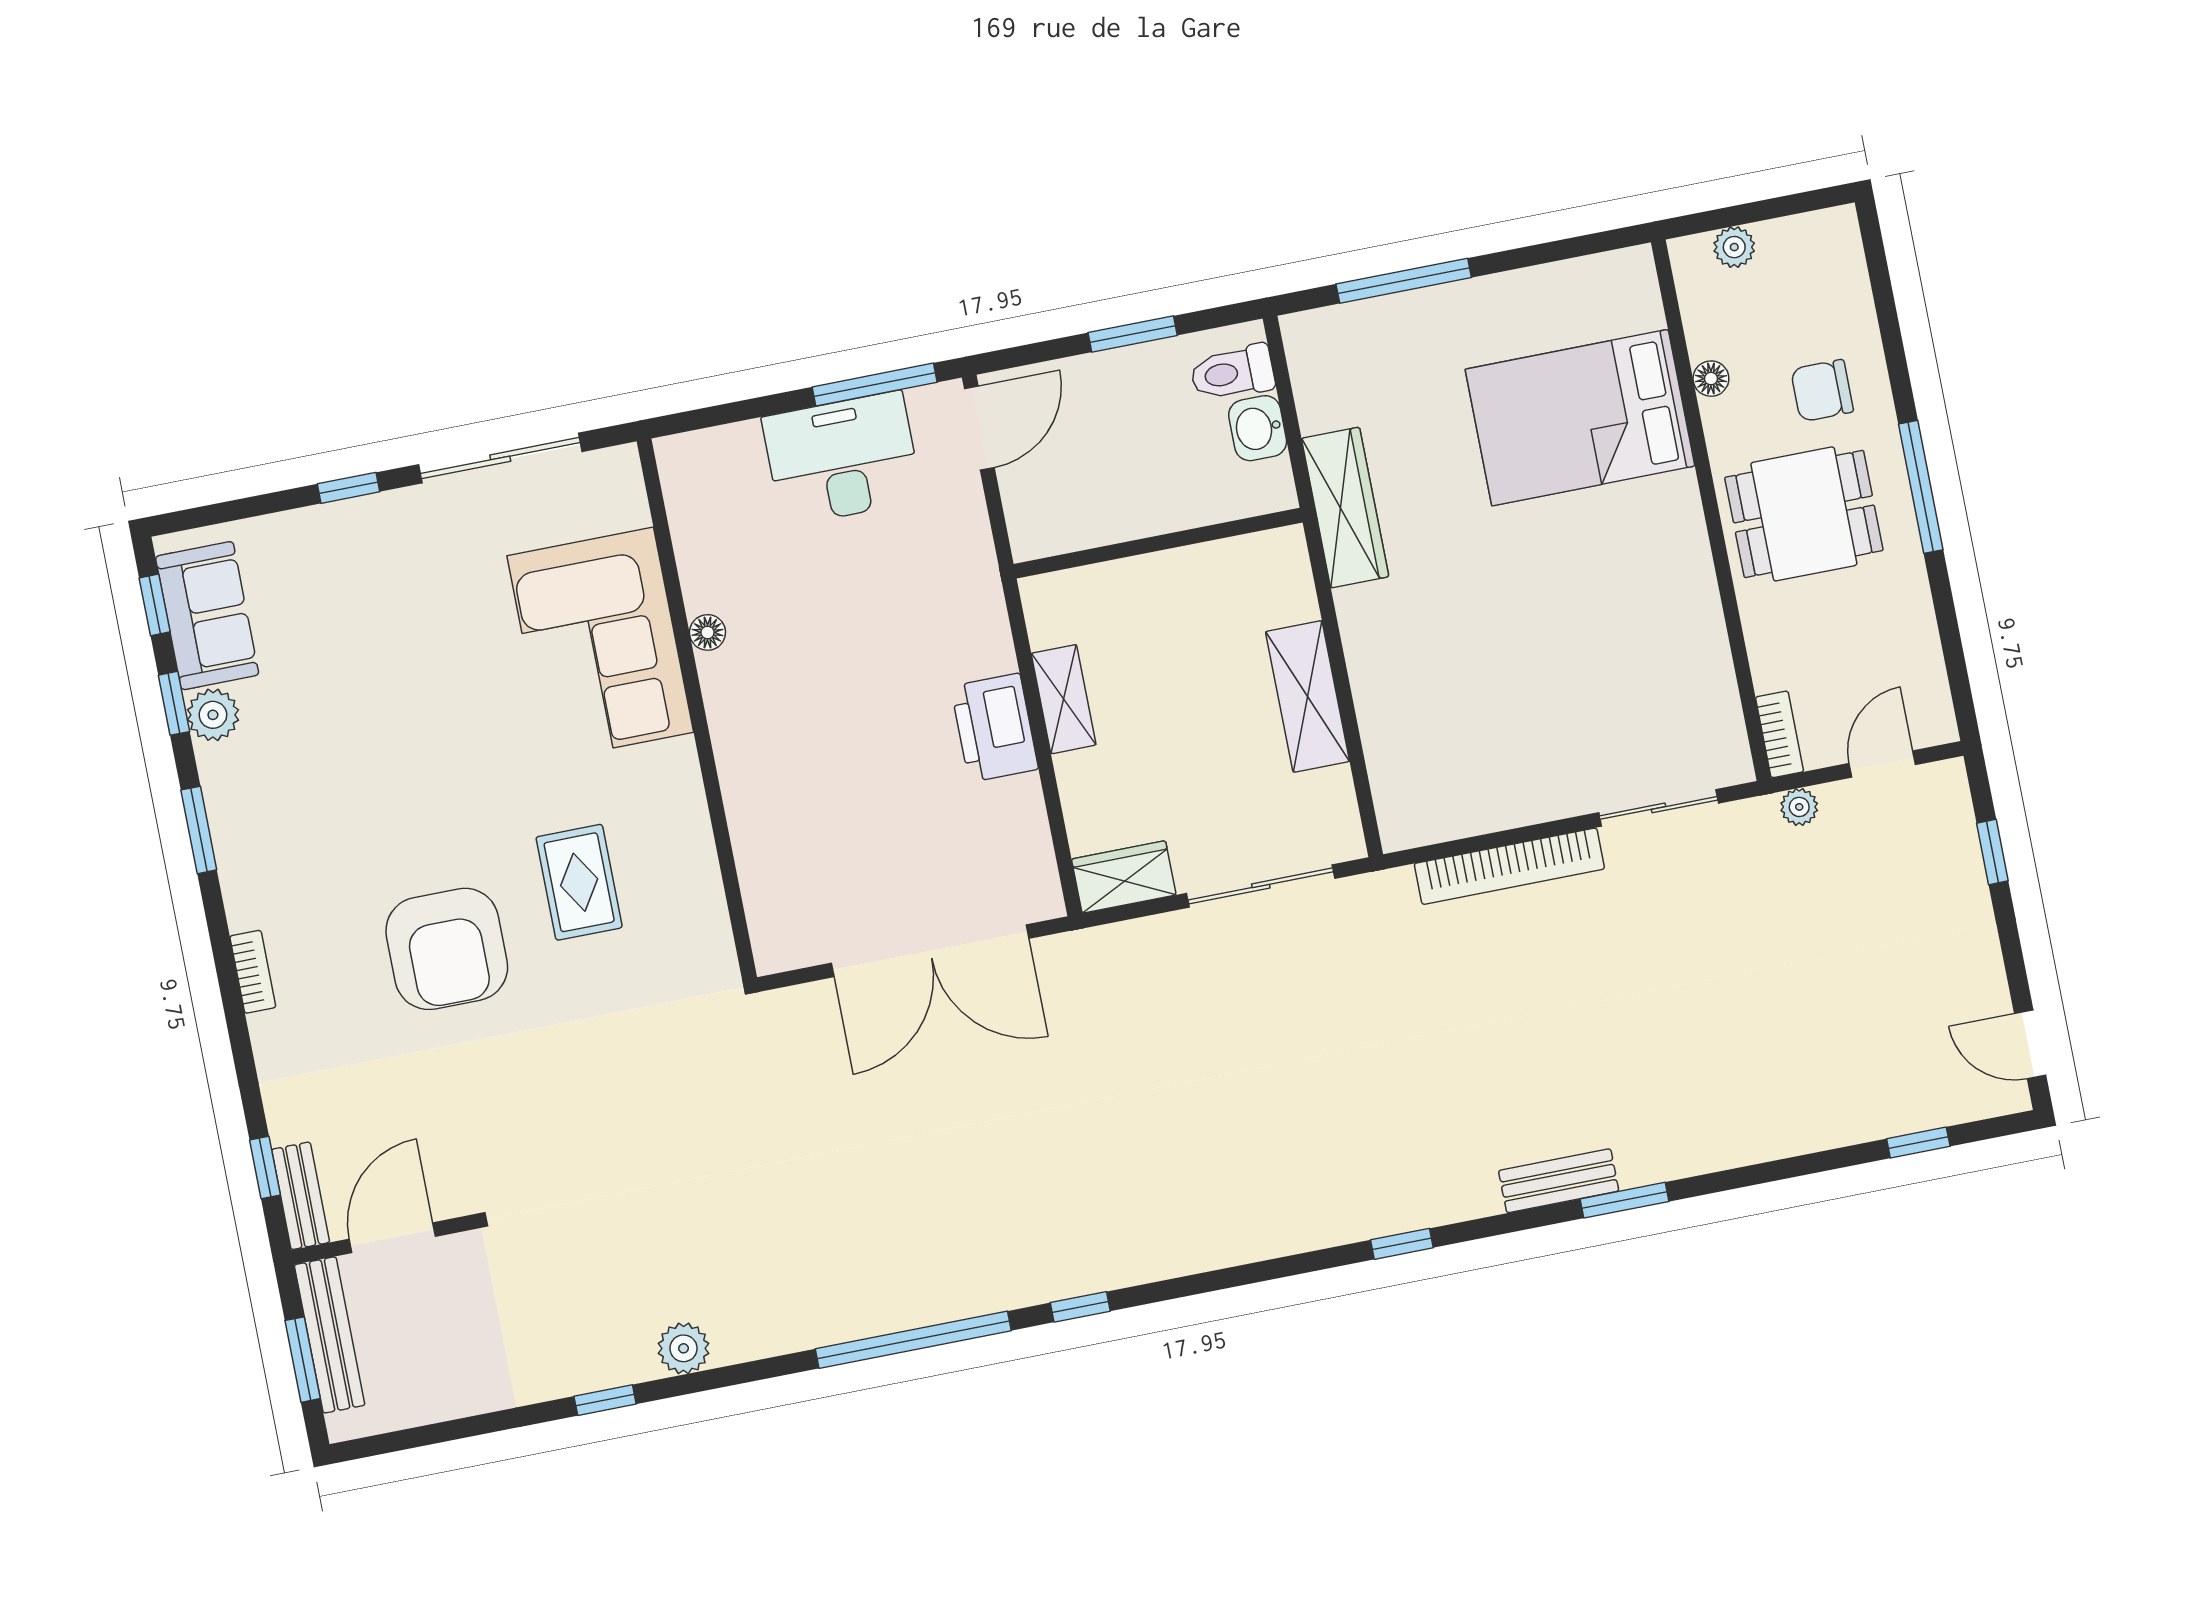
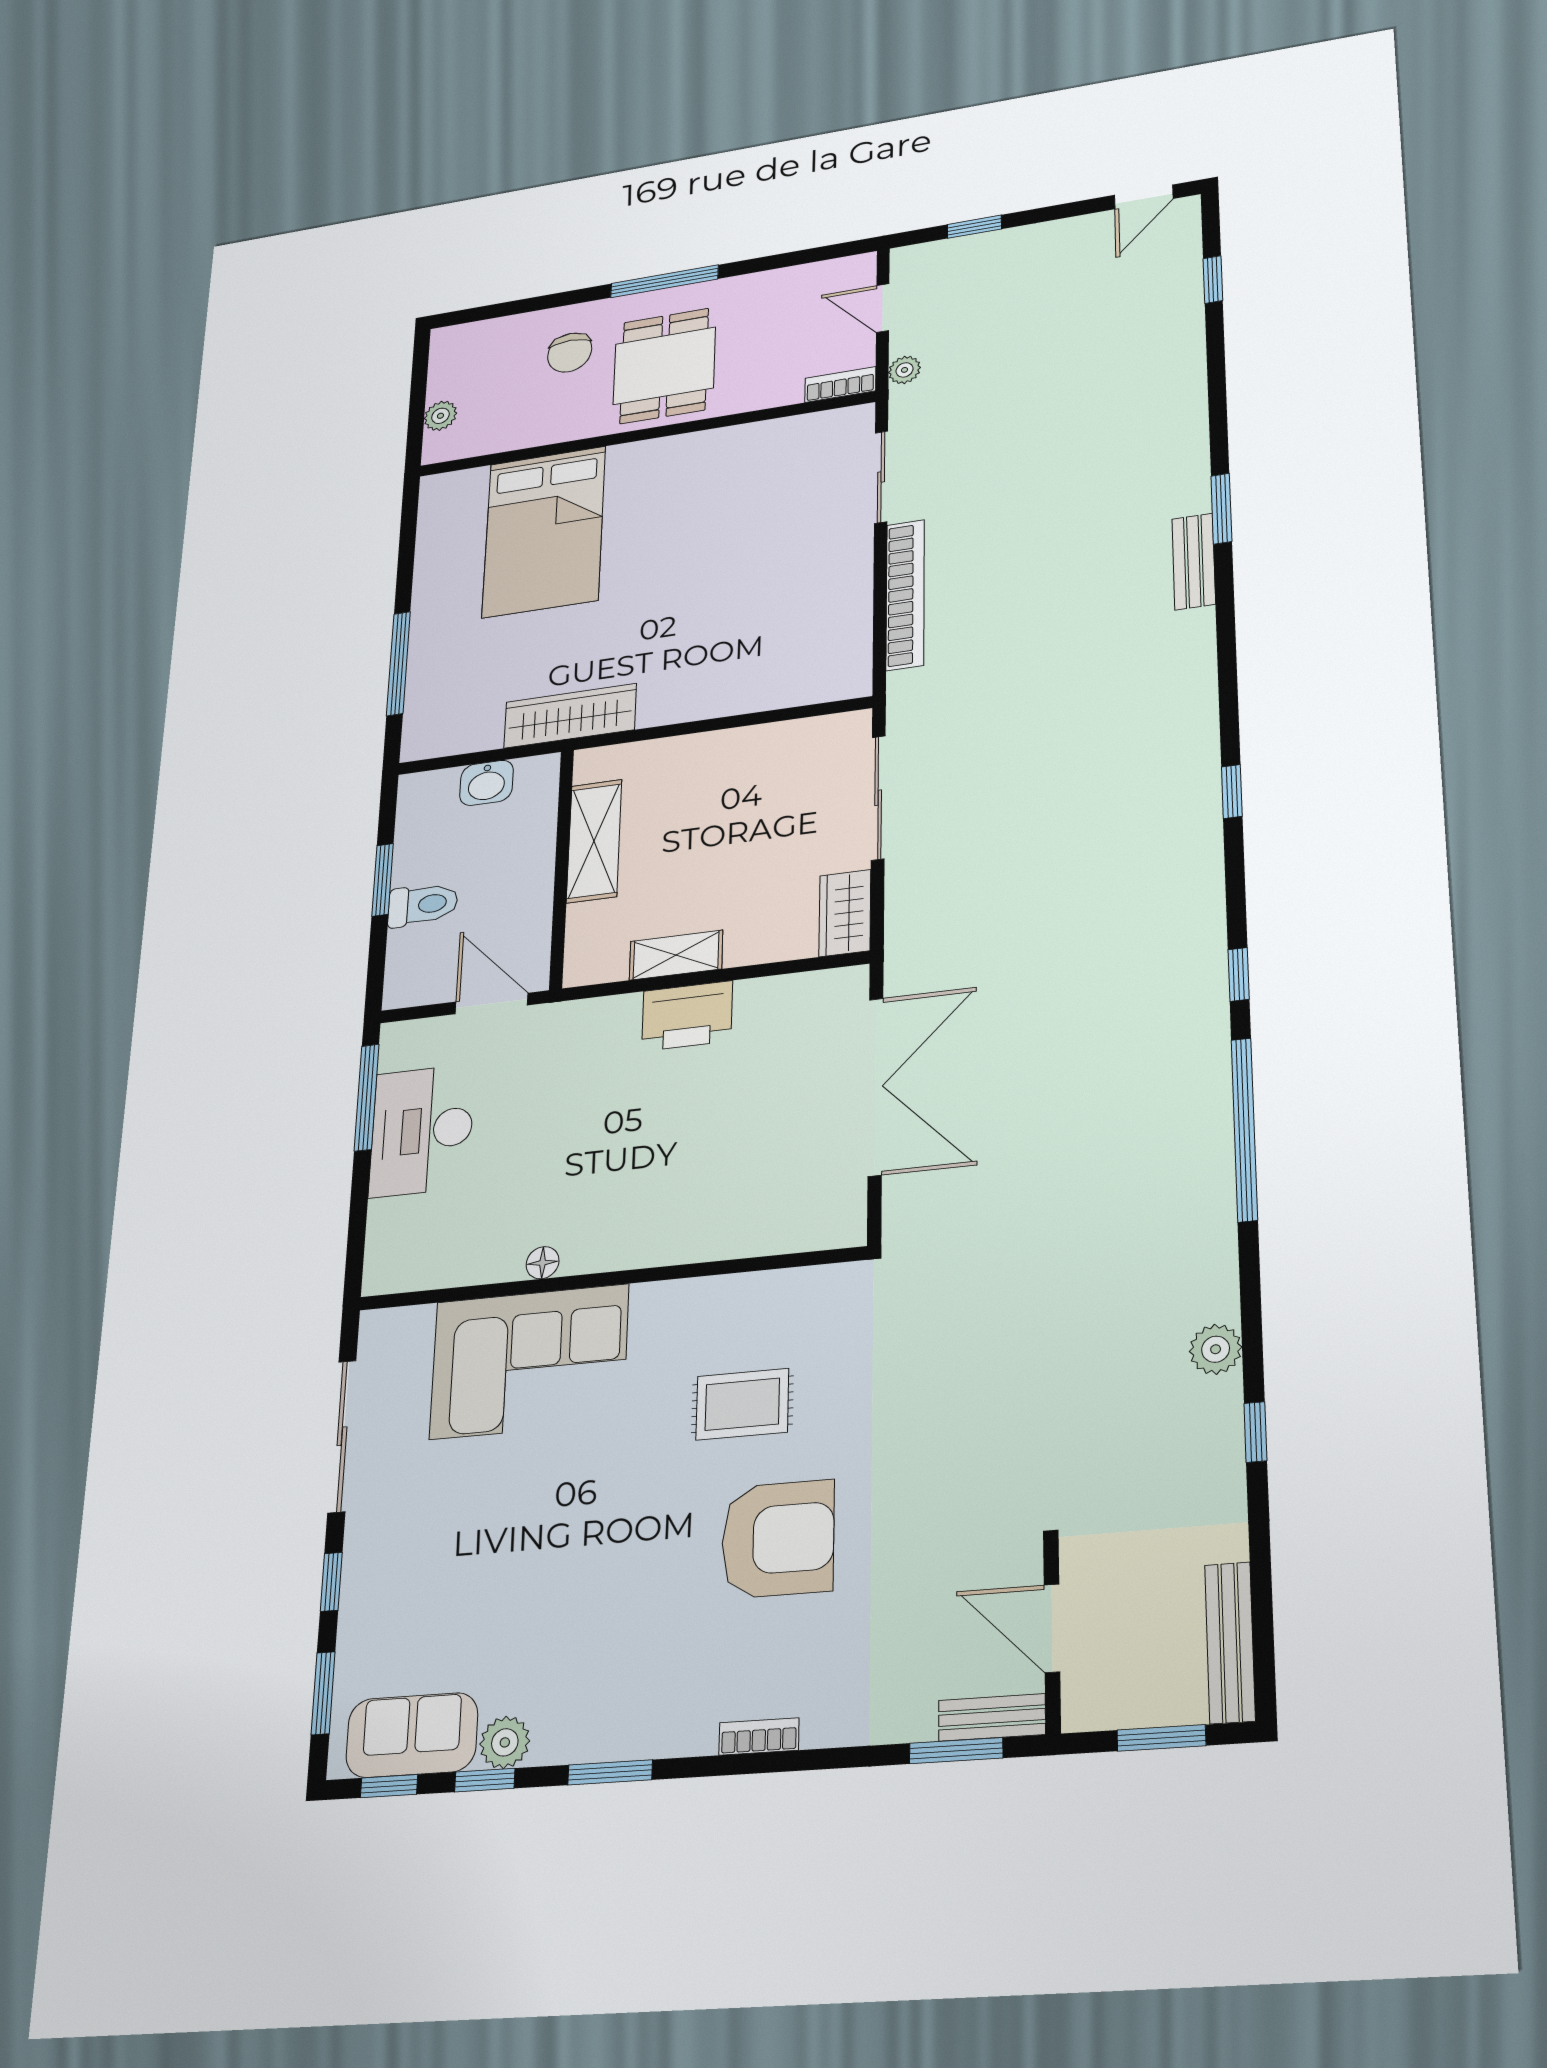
toilet: (1232, 373) -> (423, 905), moved, turned -90
floor lamp: (1711, 379) -> (539, 434), removed
door: (979, 428) -> (492, 1003), moved
window: (236, 510) -> (323, 1693), added
shelving: (1308, 696) -> (594, 841), moved, turned 90
window: (265, 1167) -> (956, 1751), width x1.50
window: (1402, 1244) -> (1232, 792), moved
bench: (330, 1335) -> (1230, 1642), moved, turned 90

